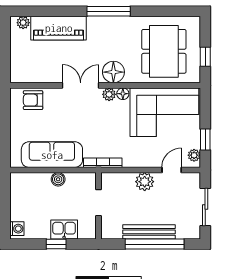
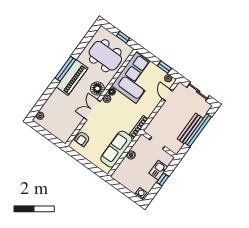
piano: (59, 28) -> (72, 77), moved
plant: (145, 182) -> (163, 113), removed

